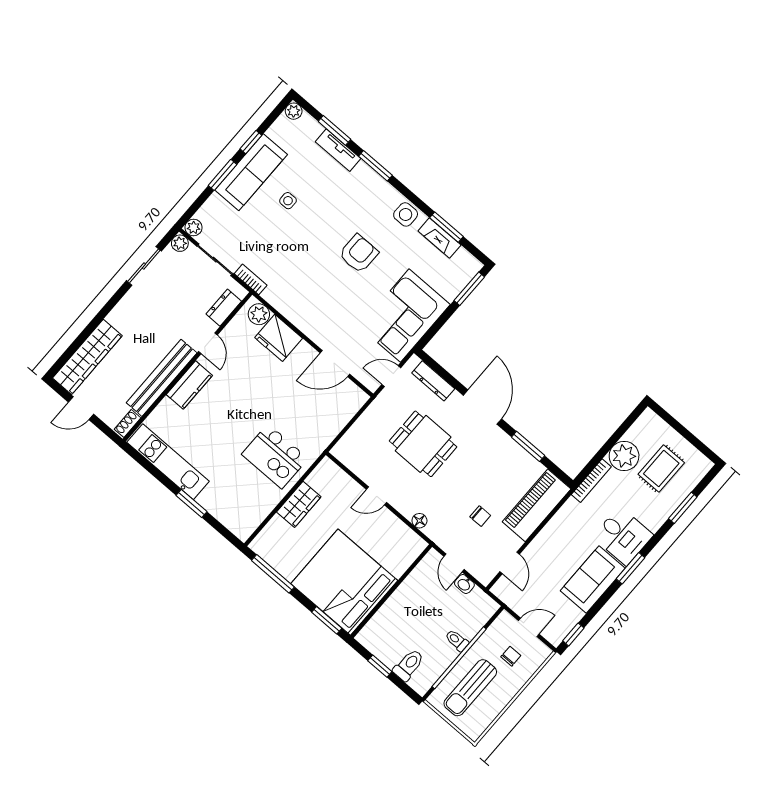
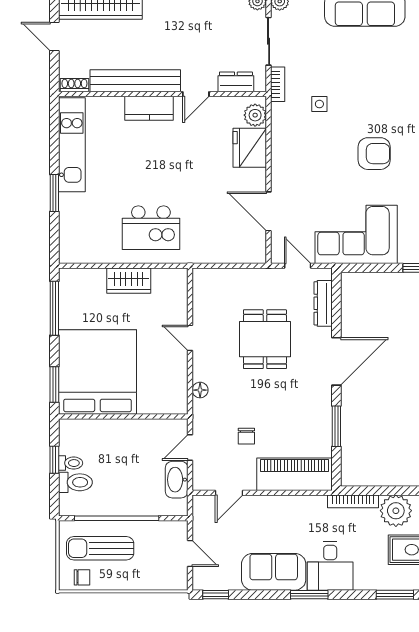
side table: (288, 201) -> (319, 104), moved
kitchen island: (275, 456) -> (151, 228), turned -90
washbasin: (464, 584) -> (177, 480), width x1.91, depth x1.45
toilet: (457, 640) -> (71, 463), moved, turned 90
chair: (511, 656) -> (82, 577), moved

